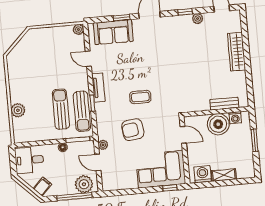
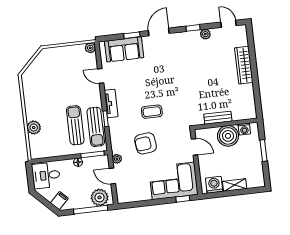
bench: (224, 104) -> (218, 118), moved

